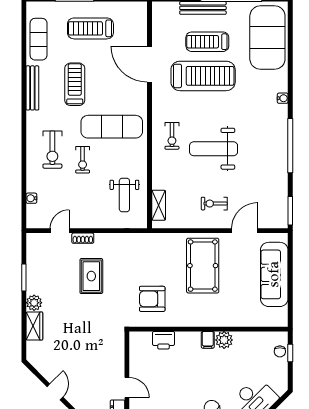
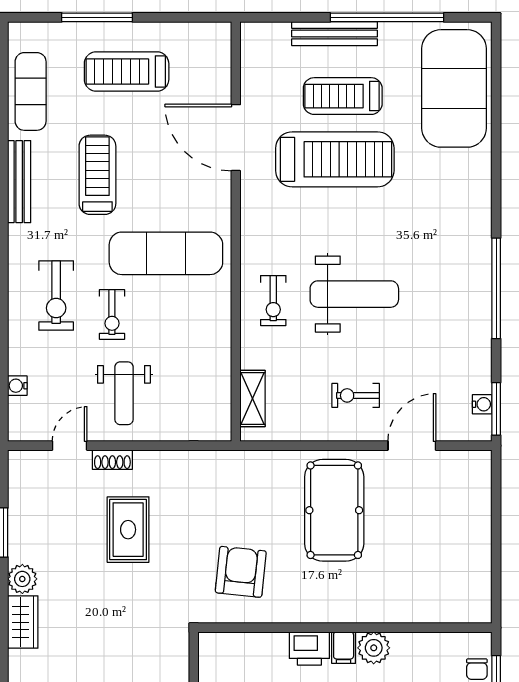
water cooler: (283, 98) -> (482, 404), moved
exercise bike: (172, 136) -> (273, 301), moved
weight bench: (214, 149) -> (354, 294), turned 180
weight bench: (124, 195) -> (124, 393), moved
sofa: (274, 274) -> (467, 527), removed
armchair: (152, 299) -> (241, 572), turned 96
printer: (163, 340) -> (309, 648), moved

